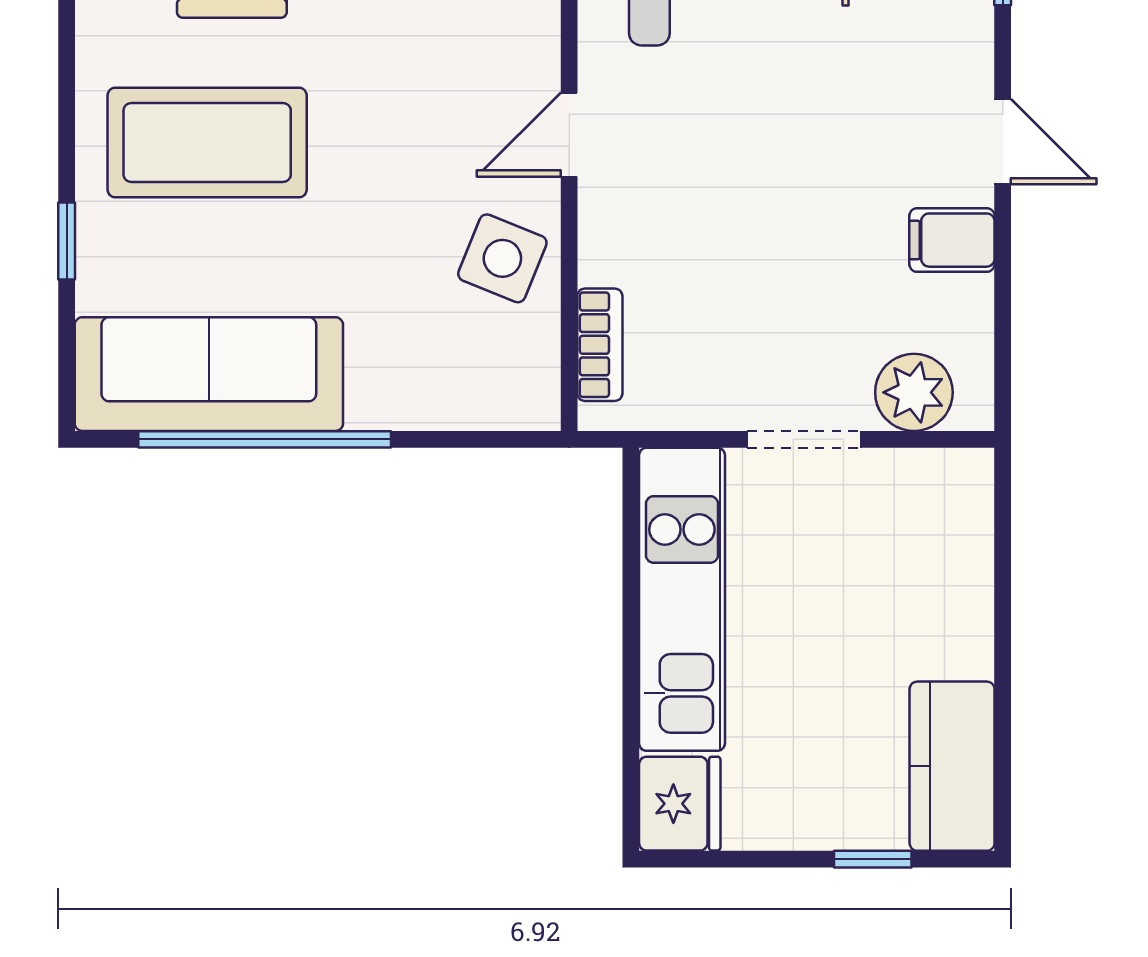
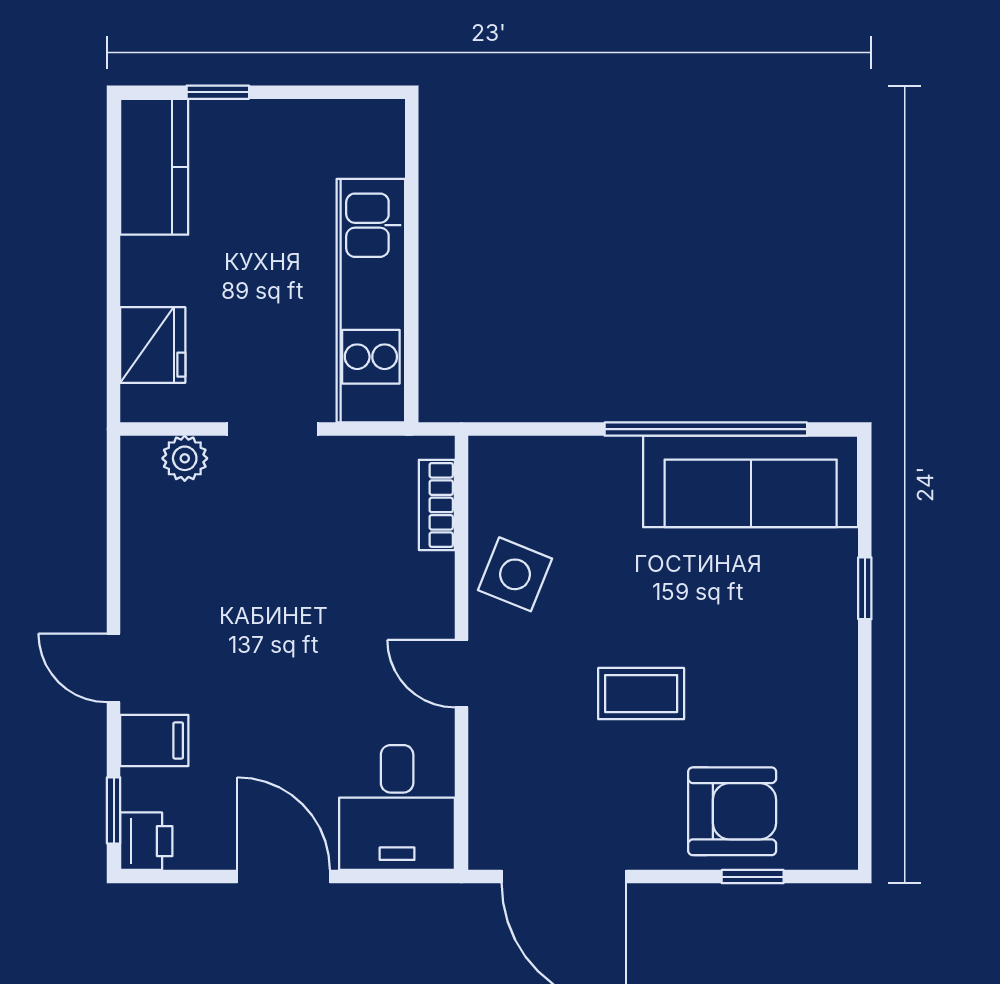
door: (569, 135) -> (462, 674), swing flipped
coffee table: (207, 143) -> (641, 694), moved, width x0.54, depth x0.58
filing cabinet: (952, 240) -> (154, 740), moved
plant: (914, 392) -> (185, 458), width x0.73, depth x0.73
fridge: (680, 804) -> (153, 345), moved, turned 180

